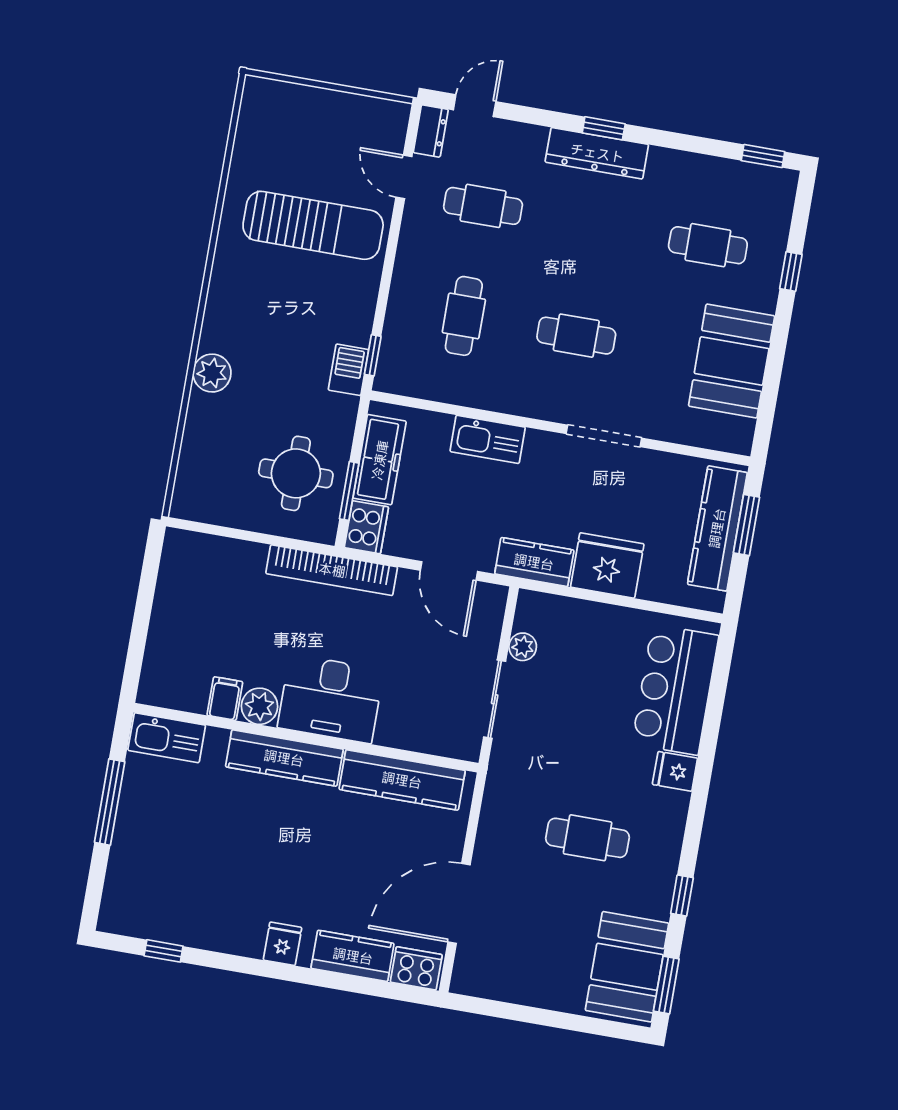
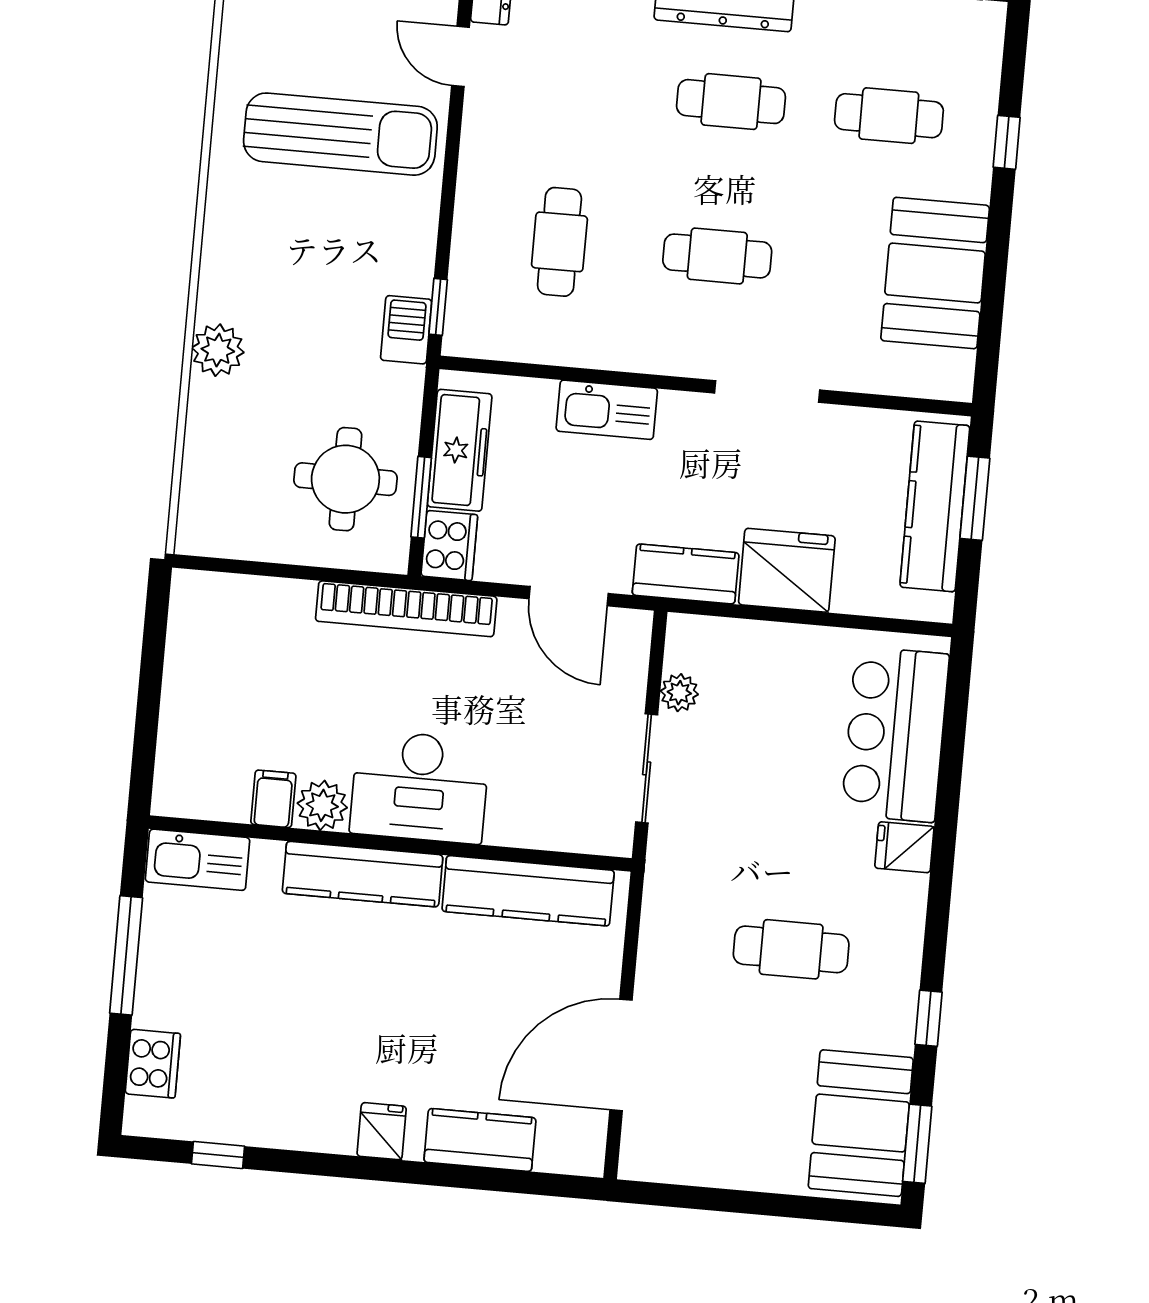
cafe table: (483, 206) -> (731, 102), moved
cooker: (416, 968) -> (153, 1064), moved, turned 90

